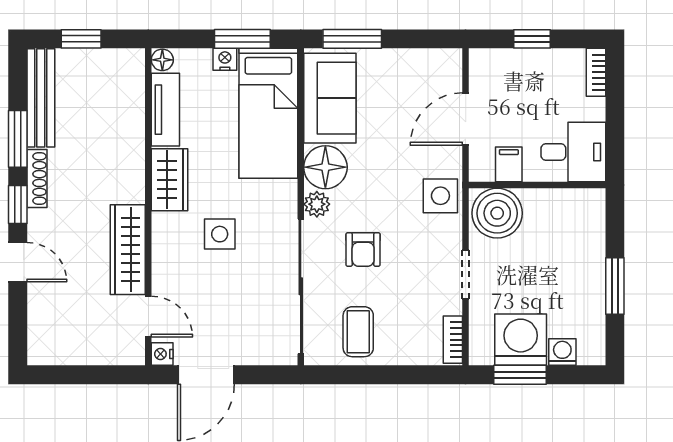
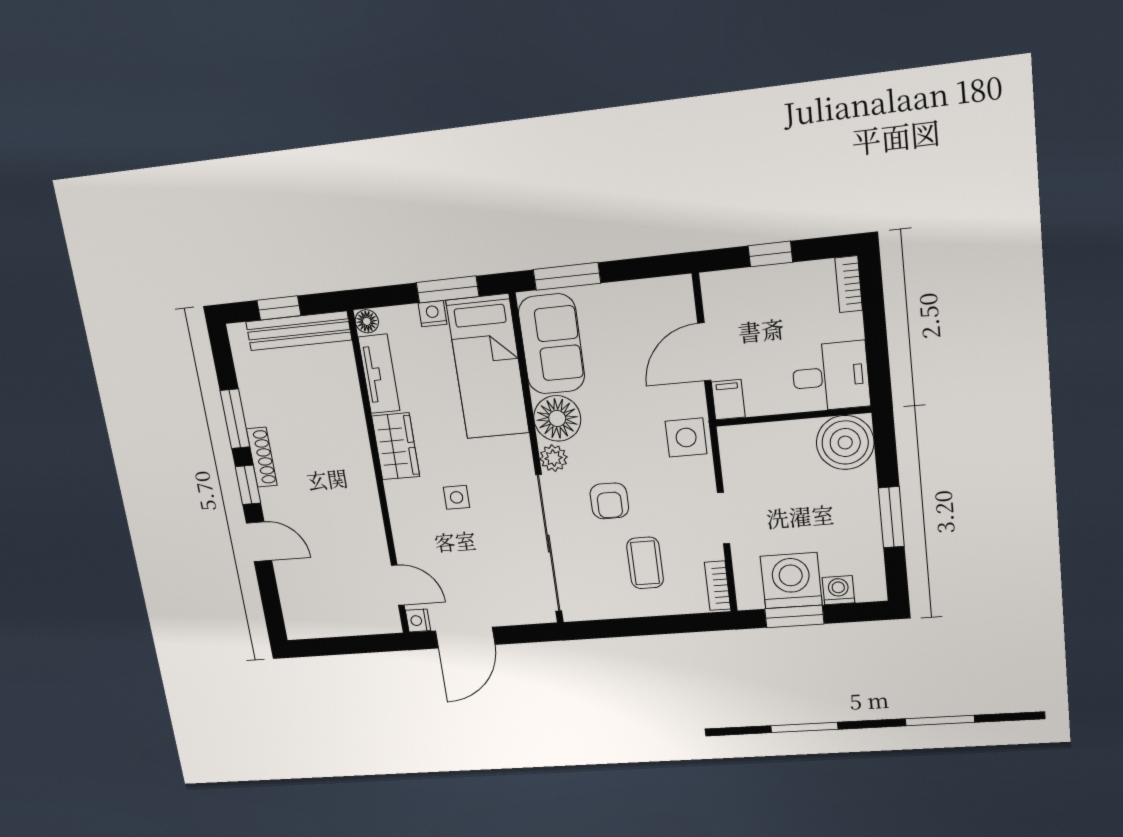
bench: (41, 98) -> (299, 331), moved, turned 90
filing cabinet: (509, 164) -> (728, 400), moved
boiler: (497, 213) -> (845, 443), moved
side table: (220, 234) -> (457, 497), width x0.73, depth x0.73
wardrobe: (128, 250) -> (366, 521), removed
coffee table: (358, 332) -> (645, 563), moved

